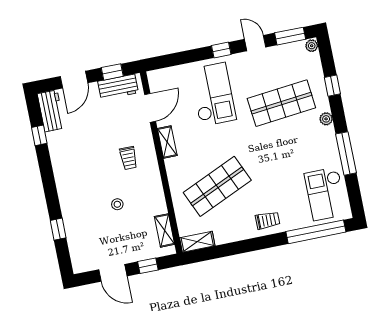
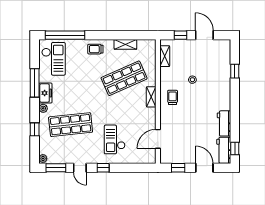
door: (74, 80) -> (204, 168), hinge flipped
workbench: (118, 87) -> (224, 123), moved, turned -90
checkout: (213, 94) -> (115, 139), width x0.73, depth x0.83
window: (39, 135) -> (235, 148), moved
shelving: (167, 142) -> (151, 97), moved
freezer: (327, 142) -> (45, 93), added
trolley: (128, 158) -> (173, 97), moved
shelving: (197, 242) -> (125, 44), moved

